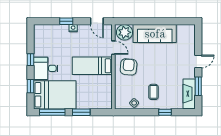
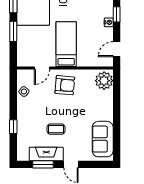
sofa: (155, 34) -> (103, 139), moved, width x0.73
door: (113, 48) -> (42, 68), moved
coffee table: (153, 92) -> (56, 129), moved
fireplace: (189, 94) -> (46, 154), moved

